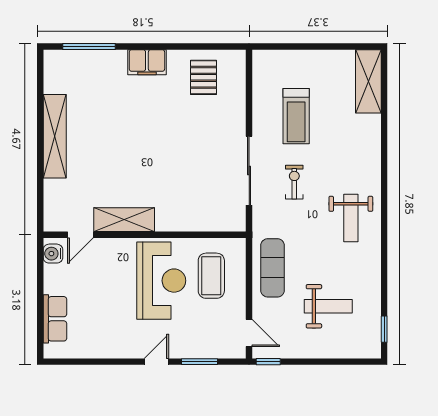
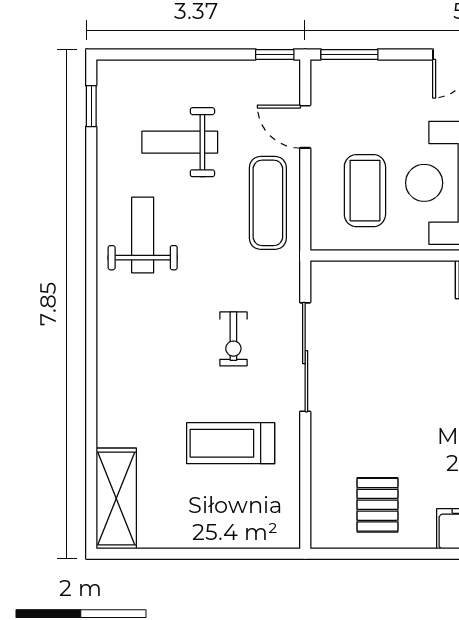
treadmill: (296, 116) -> (231, 443), turned -90
weight bench: (351, 218) -> (143, 235), moved
door: (249, 333) -> (305, 127), moved
window: (199, 362) -> (349, 54), moved

